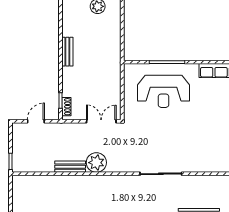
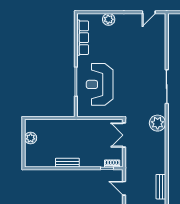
reception desk: (164, 91) -> (100, 84), turned 180
plant: (96, 163) -> (158, 123), moved
bench: (70, 167) -> (161, 187), moved

